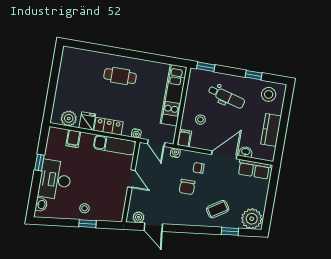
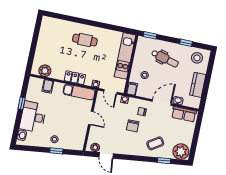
fridge: (87, 121) -> (59, 73), removed

